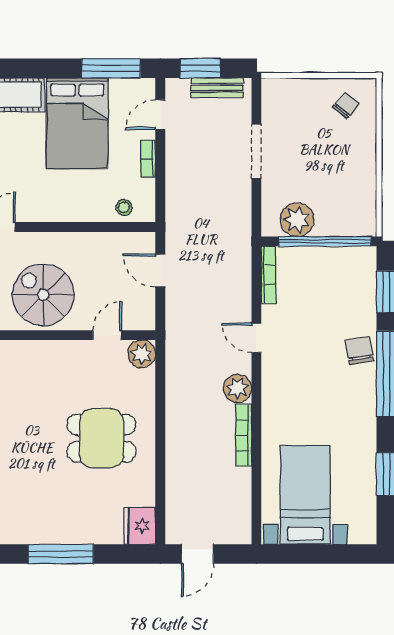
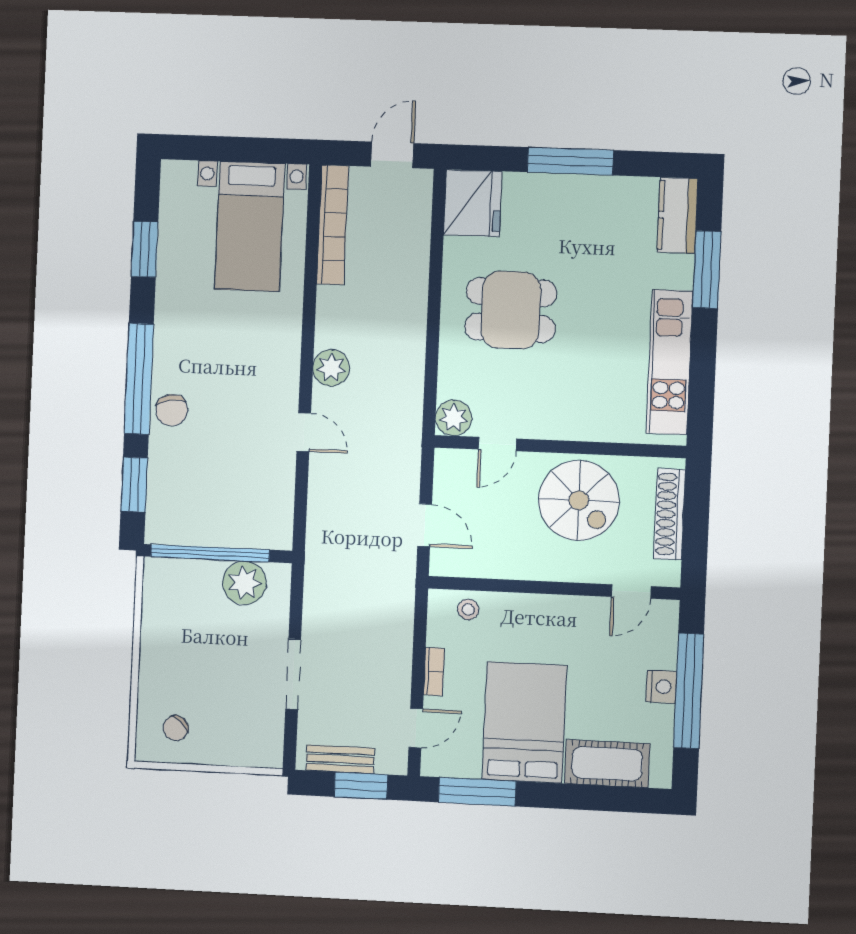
bookcase: (269, 275) -> (285, 513), removed
bookcase: (244, 435) -> (333, 225), moved, width x1.48, depth x1.31
fridge: (140, 526) -> (473, 203), width x1.36, depth x1.34

